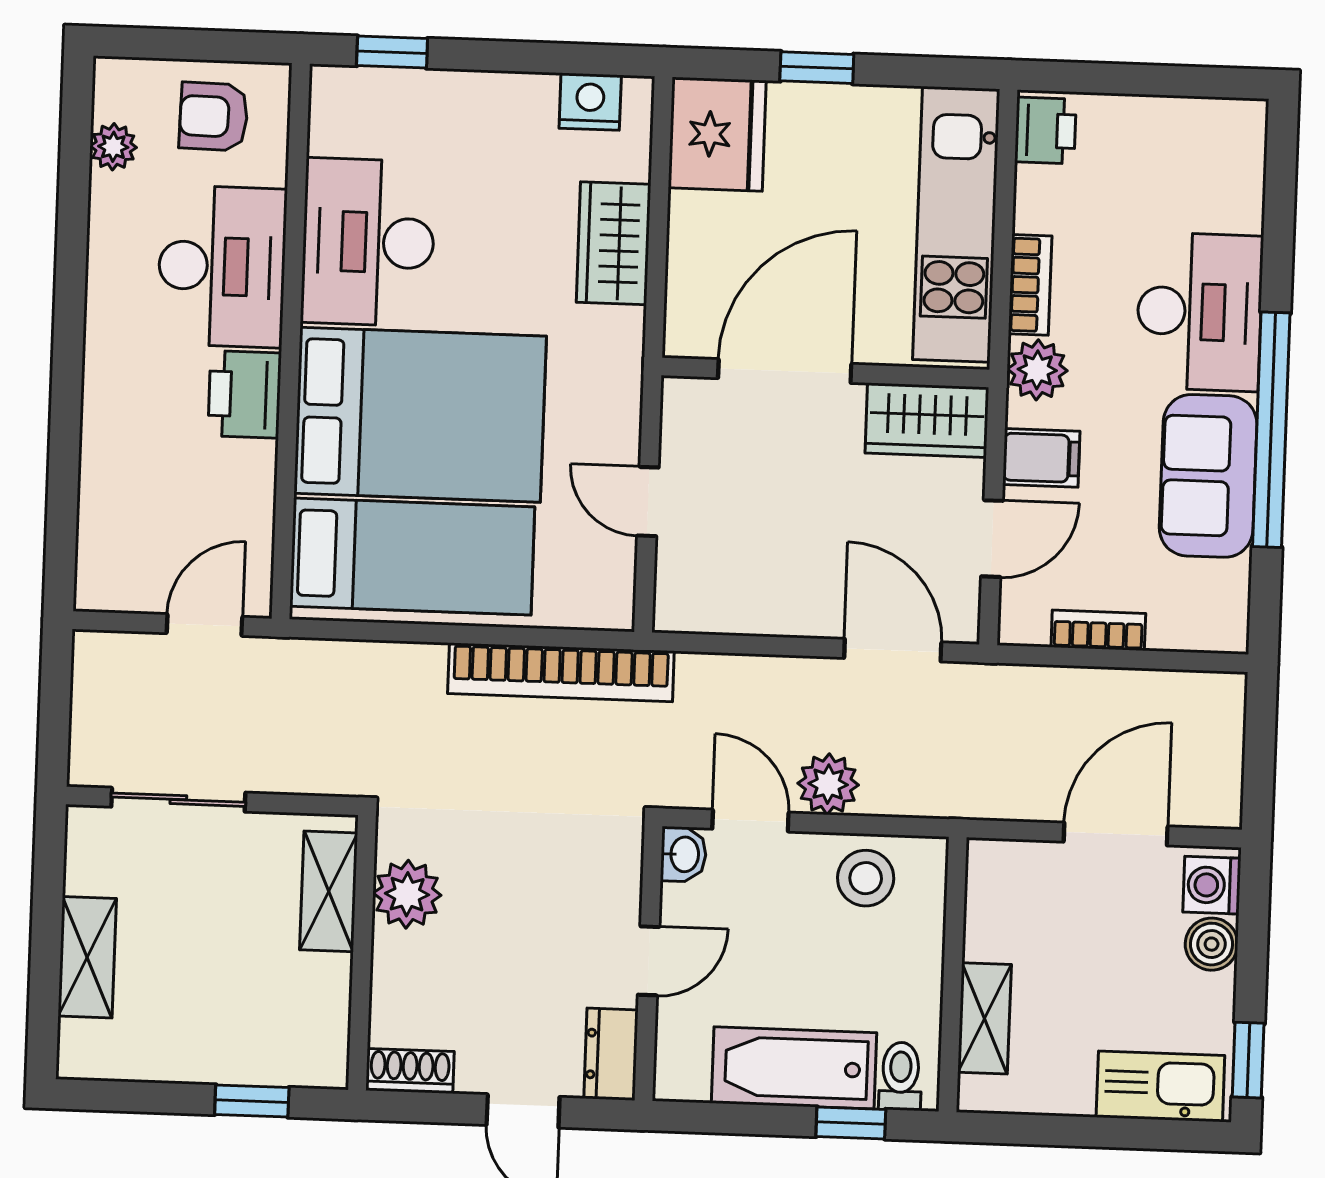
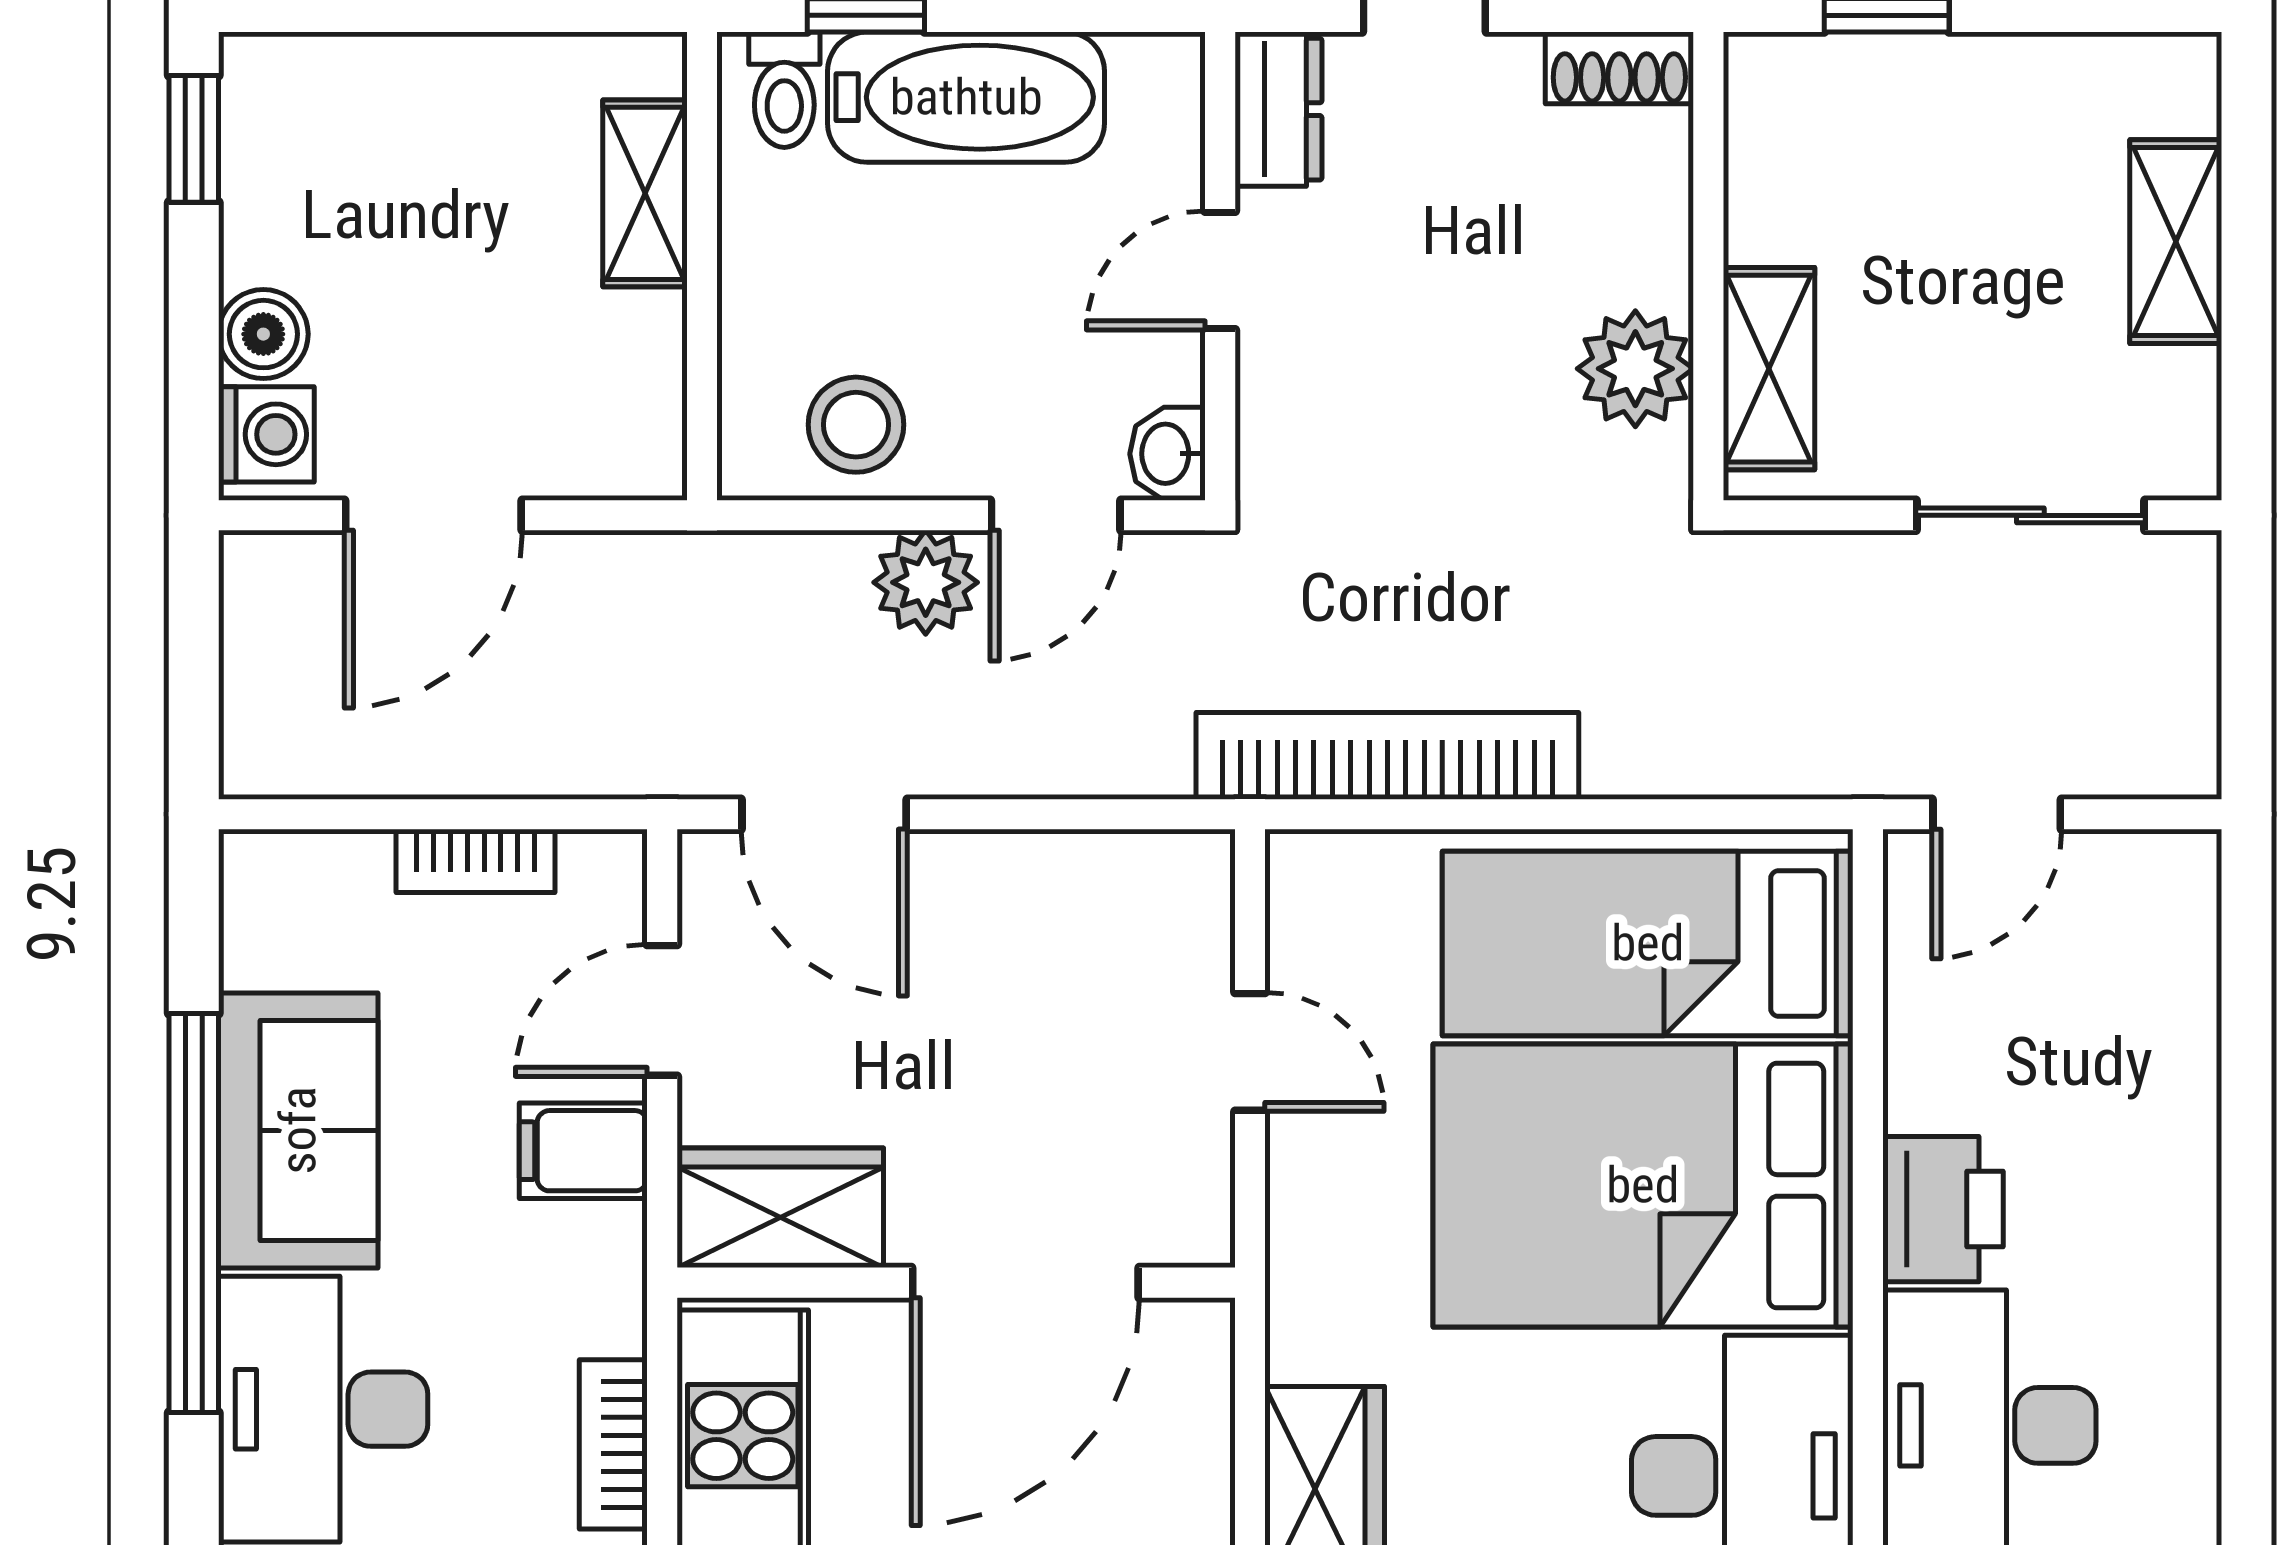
plant: (1037, 370) -> (596, 1300), removed
door: (750, 821) -> (1056, 515), hinge flipped
kitchen sink: (1160, 1086) -> (341, 89), removed

